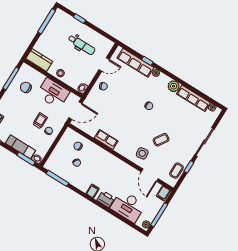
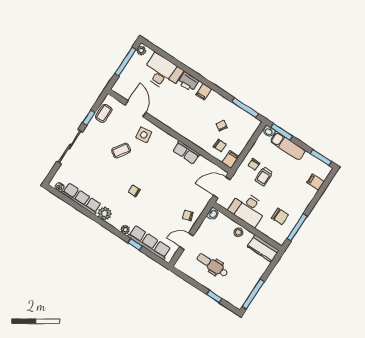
filing cabinet: (163, 193) -> (230, 159), moved

